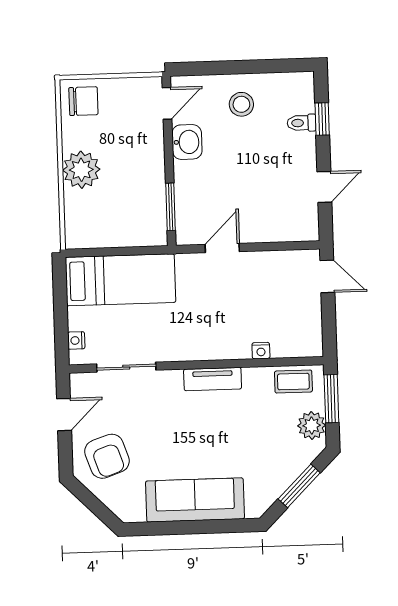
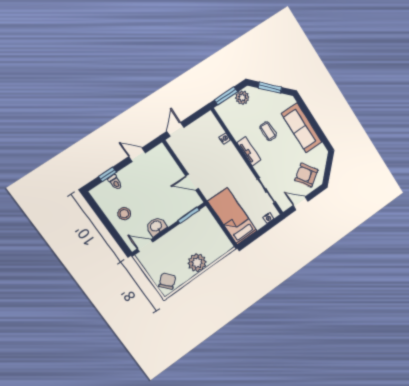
chair: (83, 101) -> (167, 281), turned 48
coffee table: (293, 382) -> (268, 131), moved
armchair: (107, 456) -> (306, 175), turned -105

